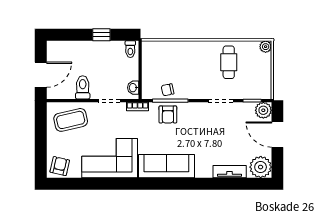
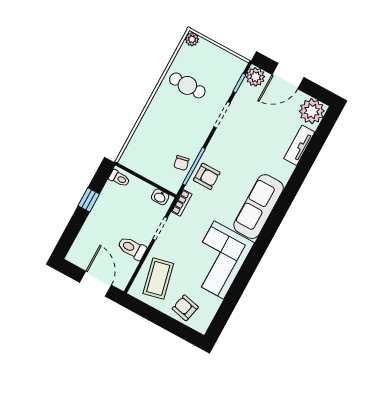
armchair: (60, 166) -> (185, 308), moved

